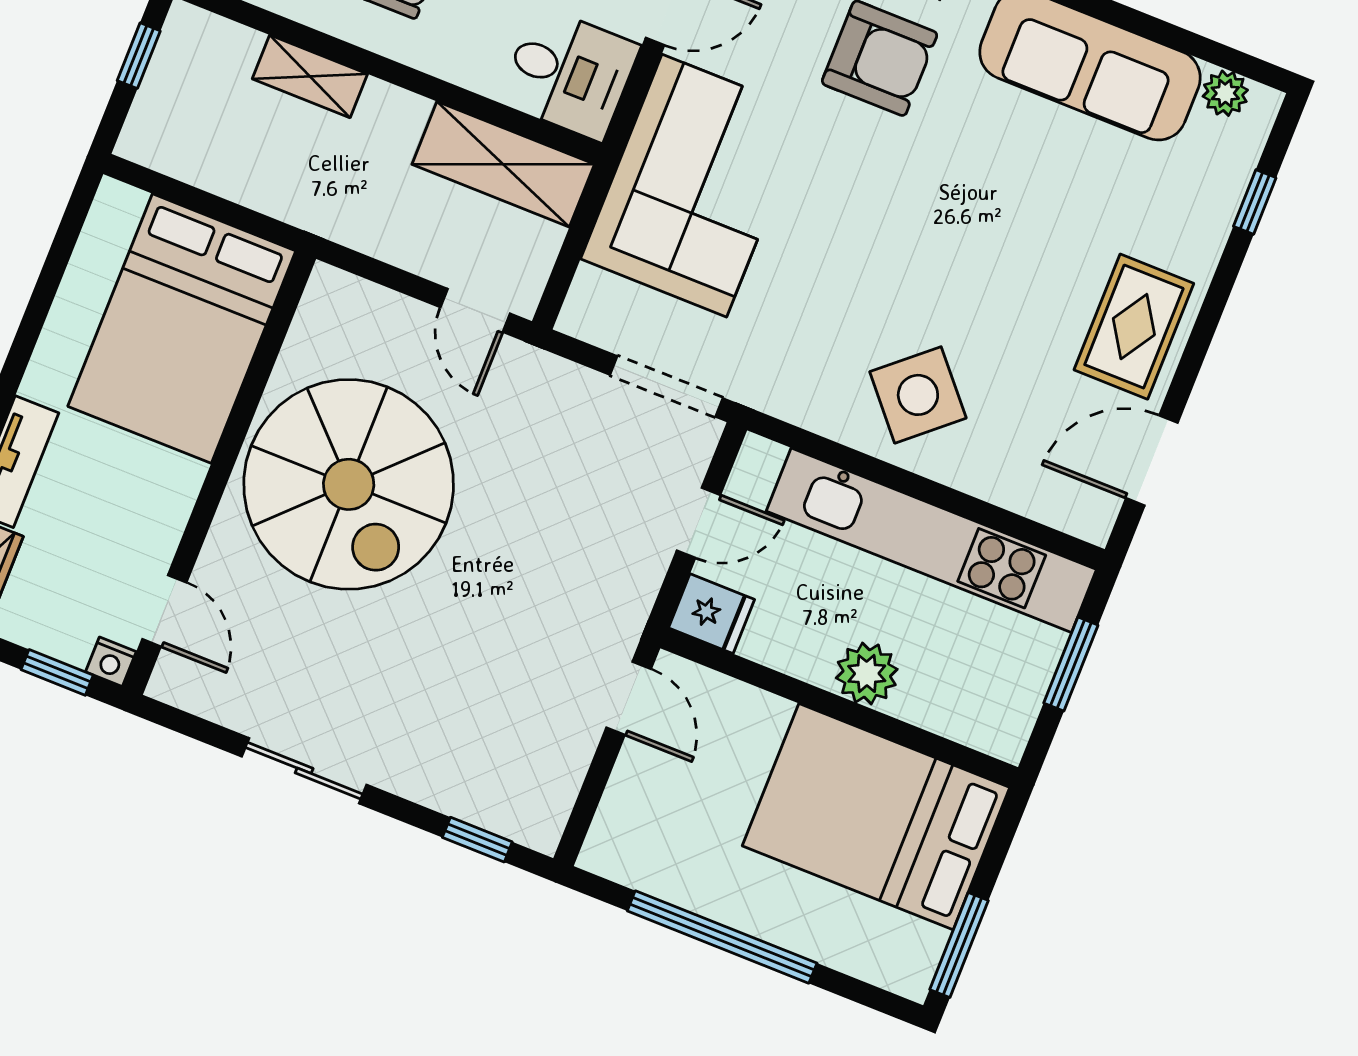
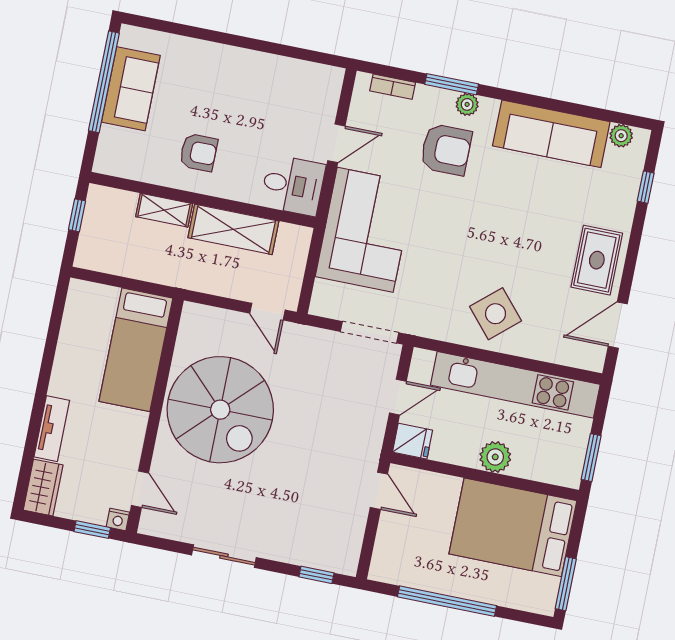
shelving: (503, 164) -> (233, 229), moved
bed: (182, 329) -> (136, 350), width x0.67
window: (1071, 664) -> (591, 458), moved

